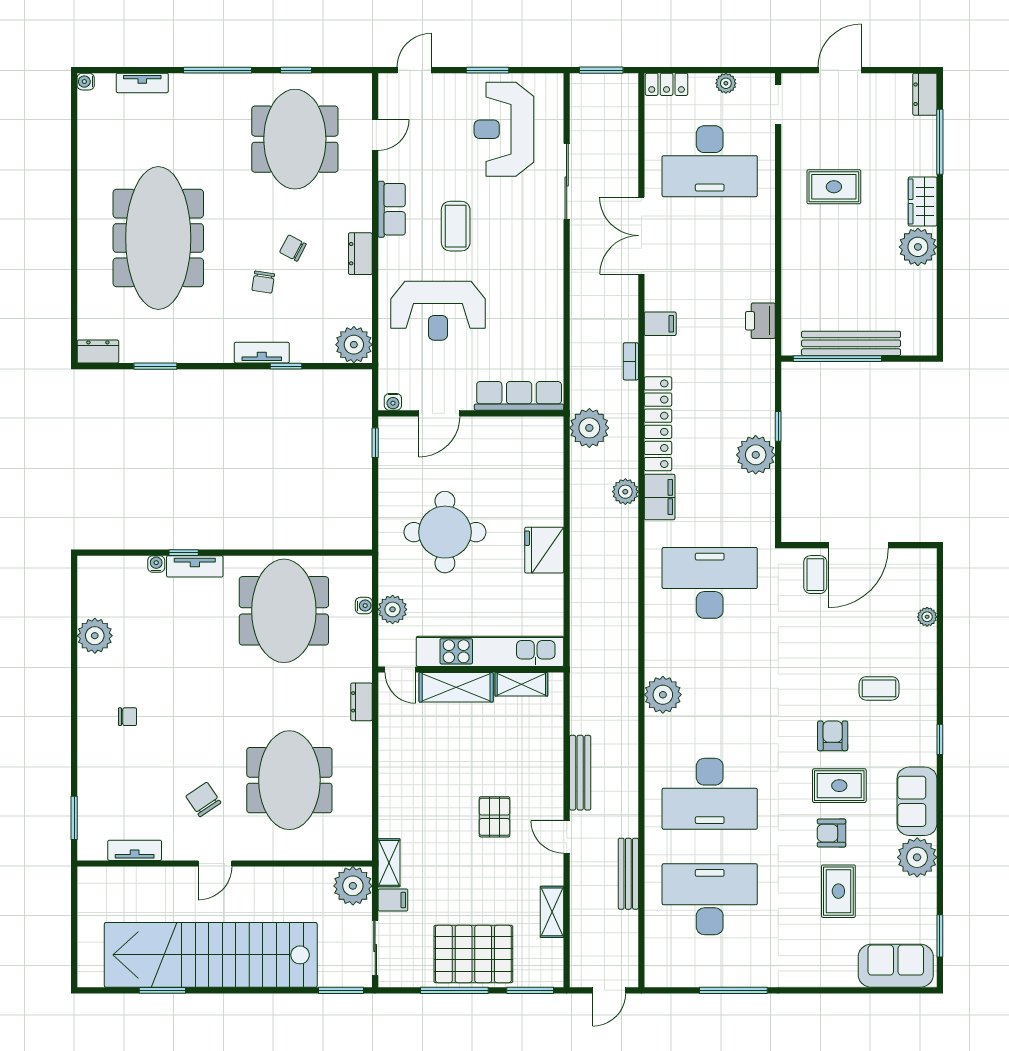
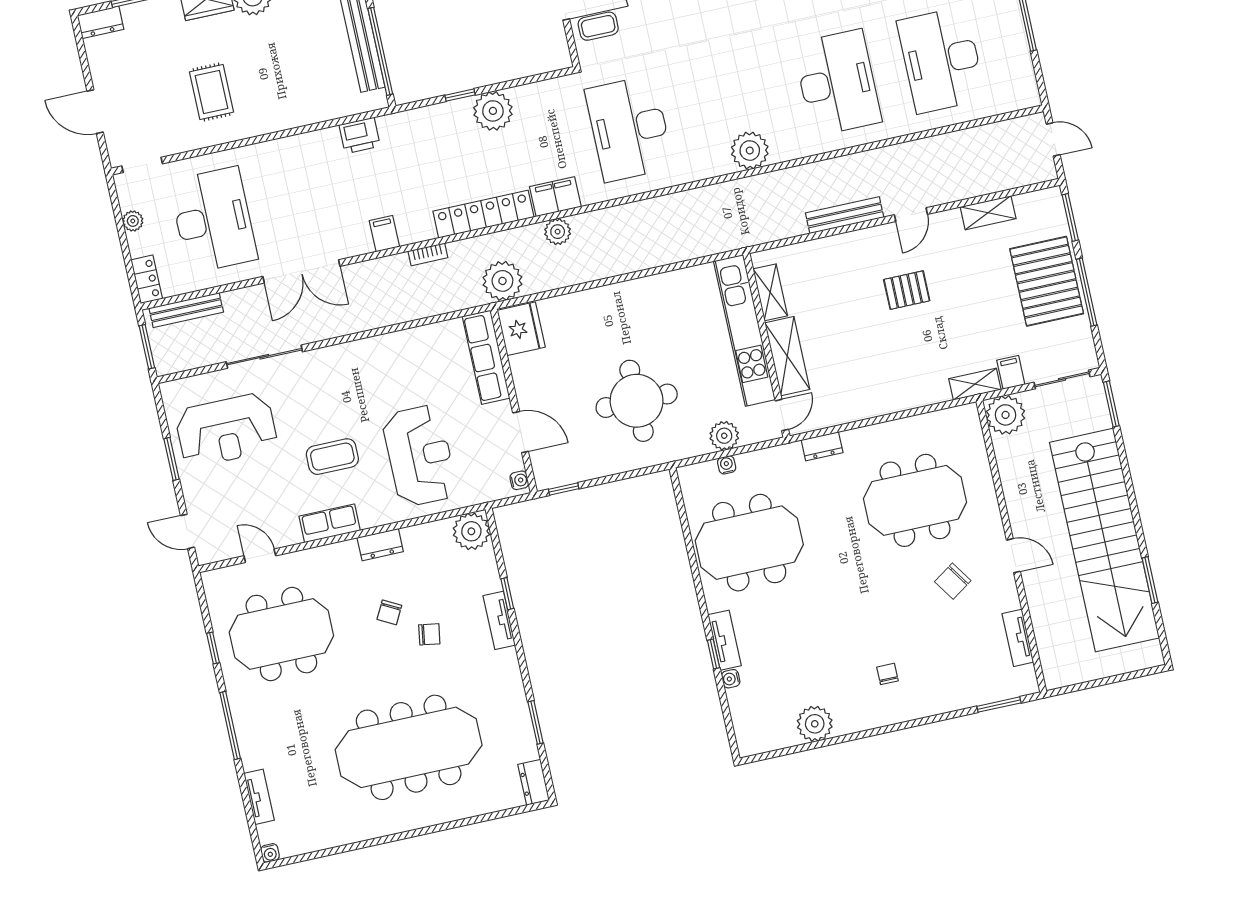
fridge: (544, 550) -> (521, 329), moved, turned -90
bench: (628, 874) -> (186, 310), moved

